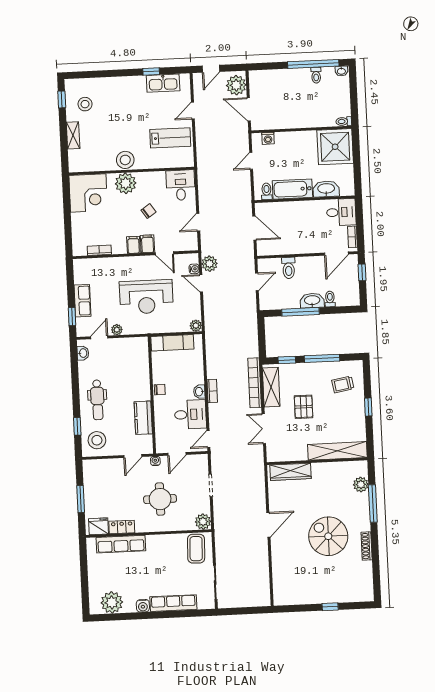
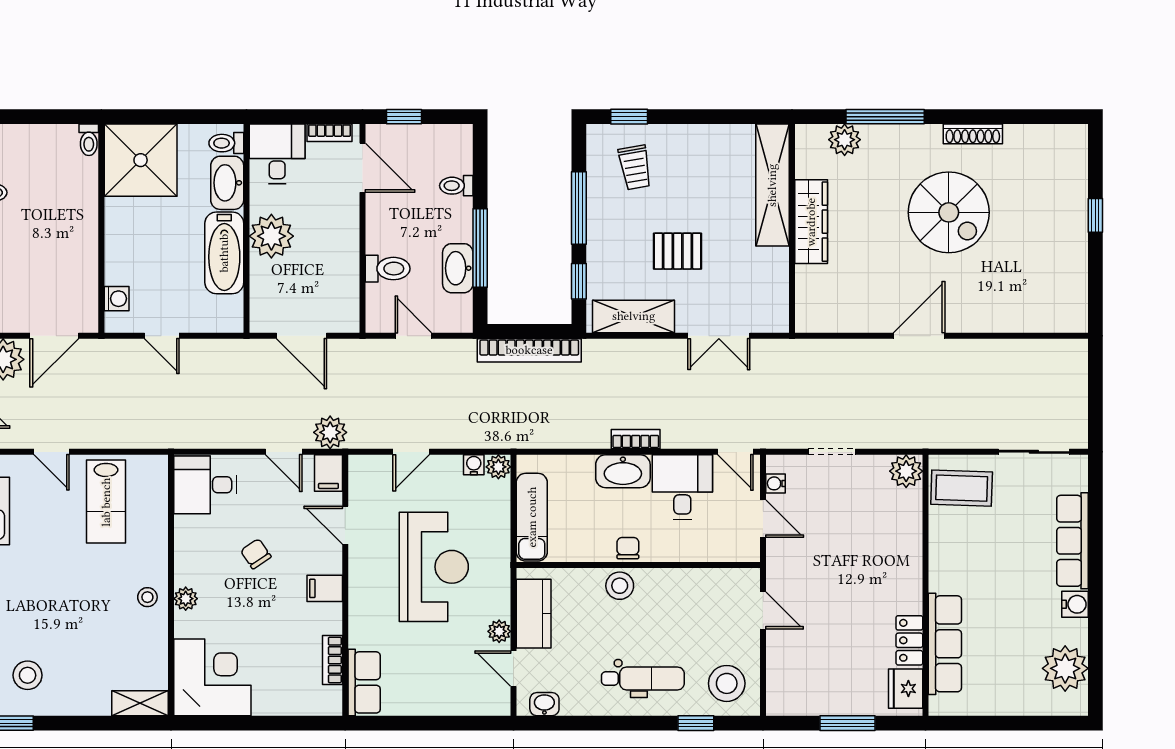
shelving: (73, 135) -> (140, 703), moved
lab bench: (170, 138) -> (106, 502), turned 180
stool: (125, 160) -> (147, 597), width x0.53, depth x0.53
plant: (126, 183) -> (186, 599), width x0.53, depth x0.53
toilet: (267, 191) -> (226, 143), moved
plant: (302, 211) -> (271, 236), added
door: (254, 228) -> (302, 336), swing flipped
filing cabinet: (148, 244) -> (328, 473), moved, turned -90
door: (164, 253) -> (345, 525), swing flipped
plant: (209, 264) -> (330, 432), moved
water cooler: (194, 269) -> (474, 465), moved
row of seats: (82, 301) -> (364, 682), moved, turned 90
washbasin: (312, 301) -> (458, 268), moved
window: (72, 317) -> (468, 723), removed
bookcase: (255, 383) -> (529, 350), moved
stool: (141, 387) -> (620, 586), added
washbasin: (199, 392) -> (623, 471), width x1.91, depth x1.45
window: (368, 407) -> (629, 117), moved
kitchen counter: (143, 418) -> (534, 614), moved, turned -90
water cooler: (155, 461) -> (776, 483), moved
wardrobe: (291, 472) -> (811, 222), moved
round table: (160, 499) -> (855, 558), removed
door: (268, 525) -> (919, 336), hinge flipped
spiral stairs: (328, 536) -> (949, 212), turned -90

